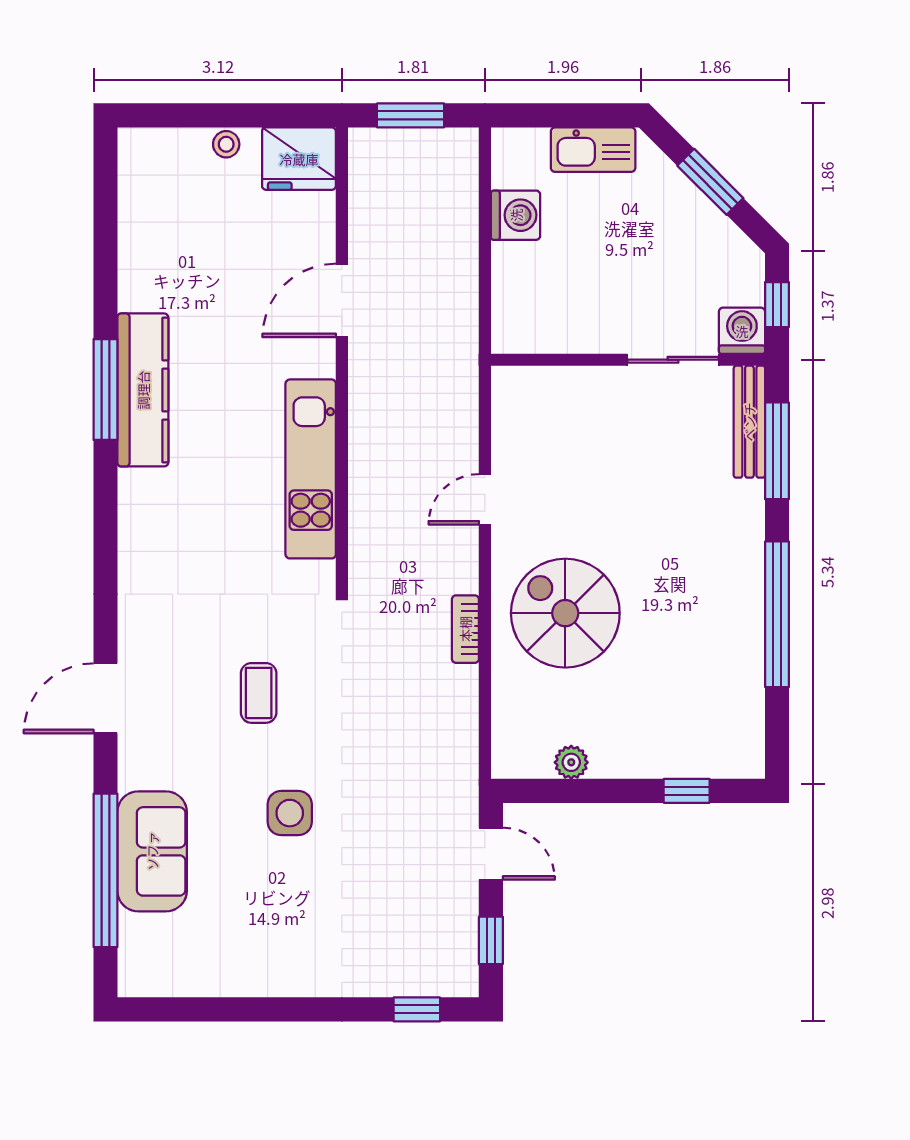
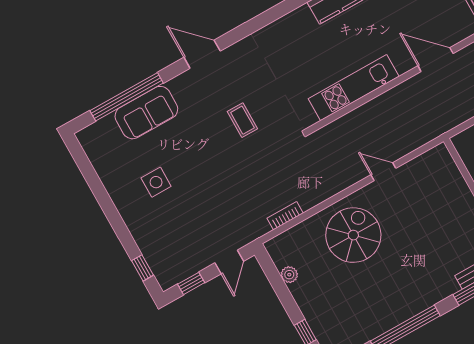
bookcase: (465, 629) -> (285, 216), moved
coffee table: (259, 693) -> (242, 120), turned 90
side table: (290, 813) -> (156, 182), moved

